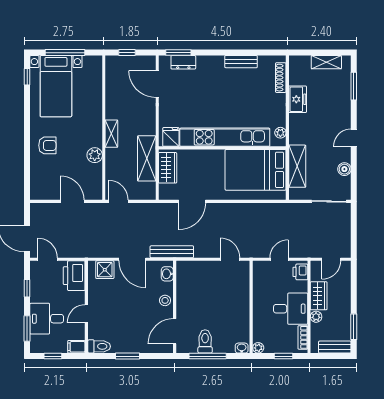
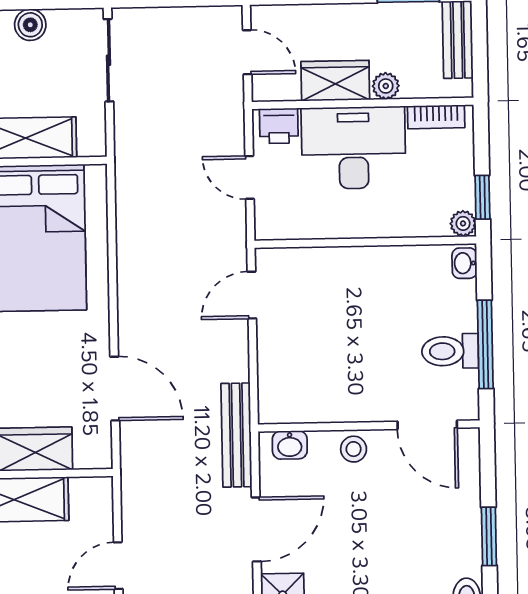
desk: (291, 309) -> (354, 148), width x1.37
window: (284, 356) -> (482, 197), moved

